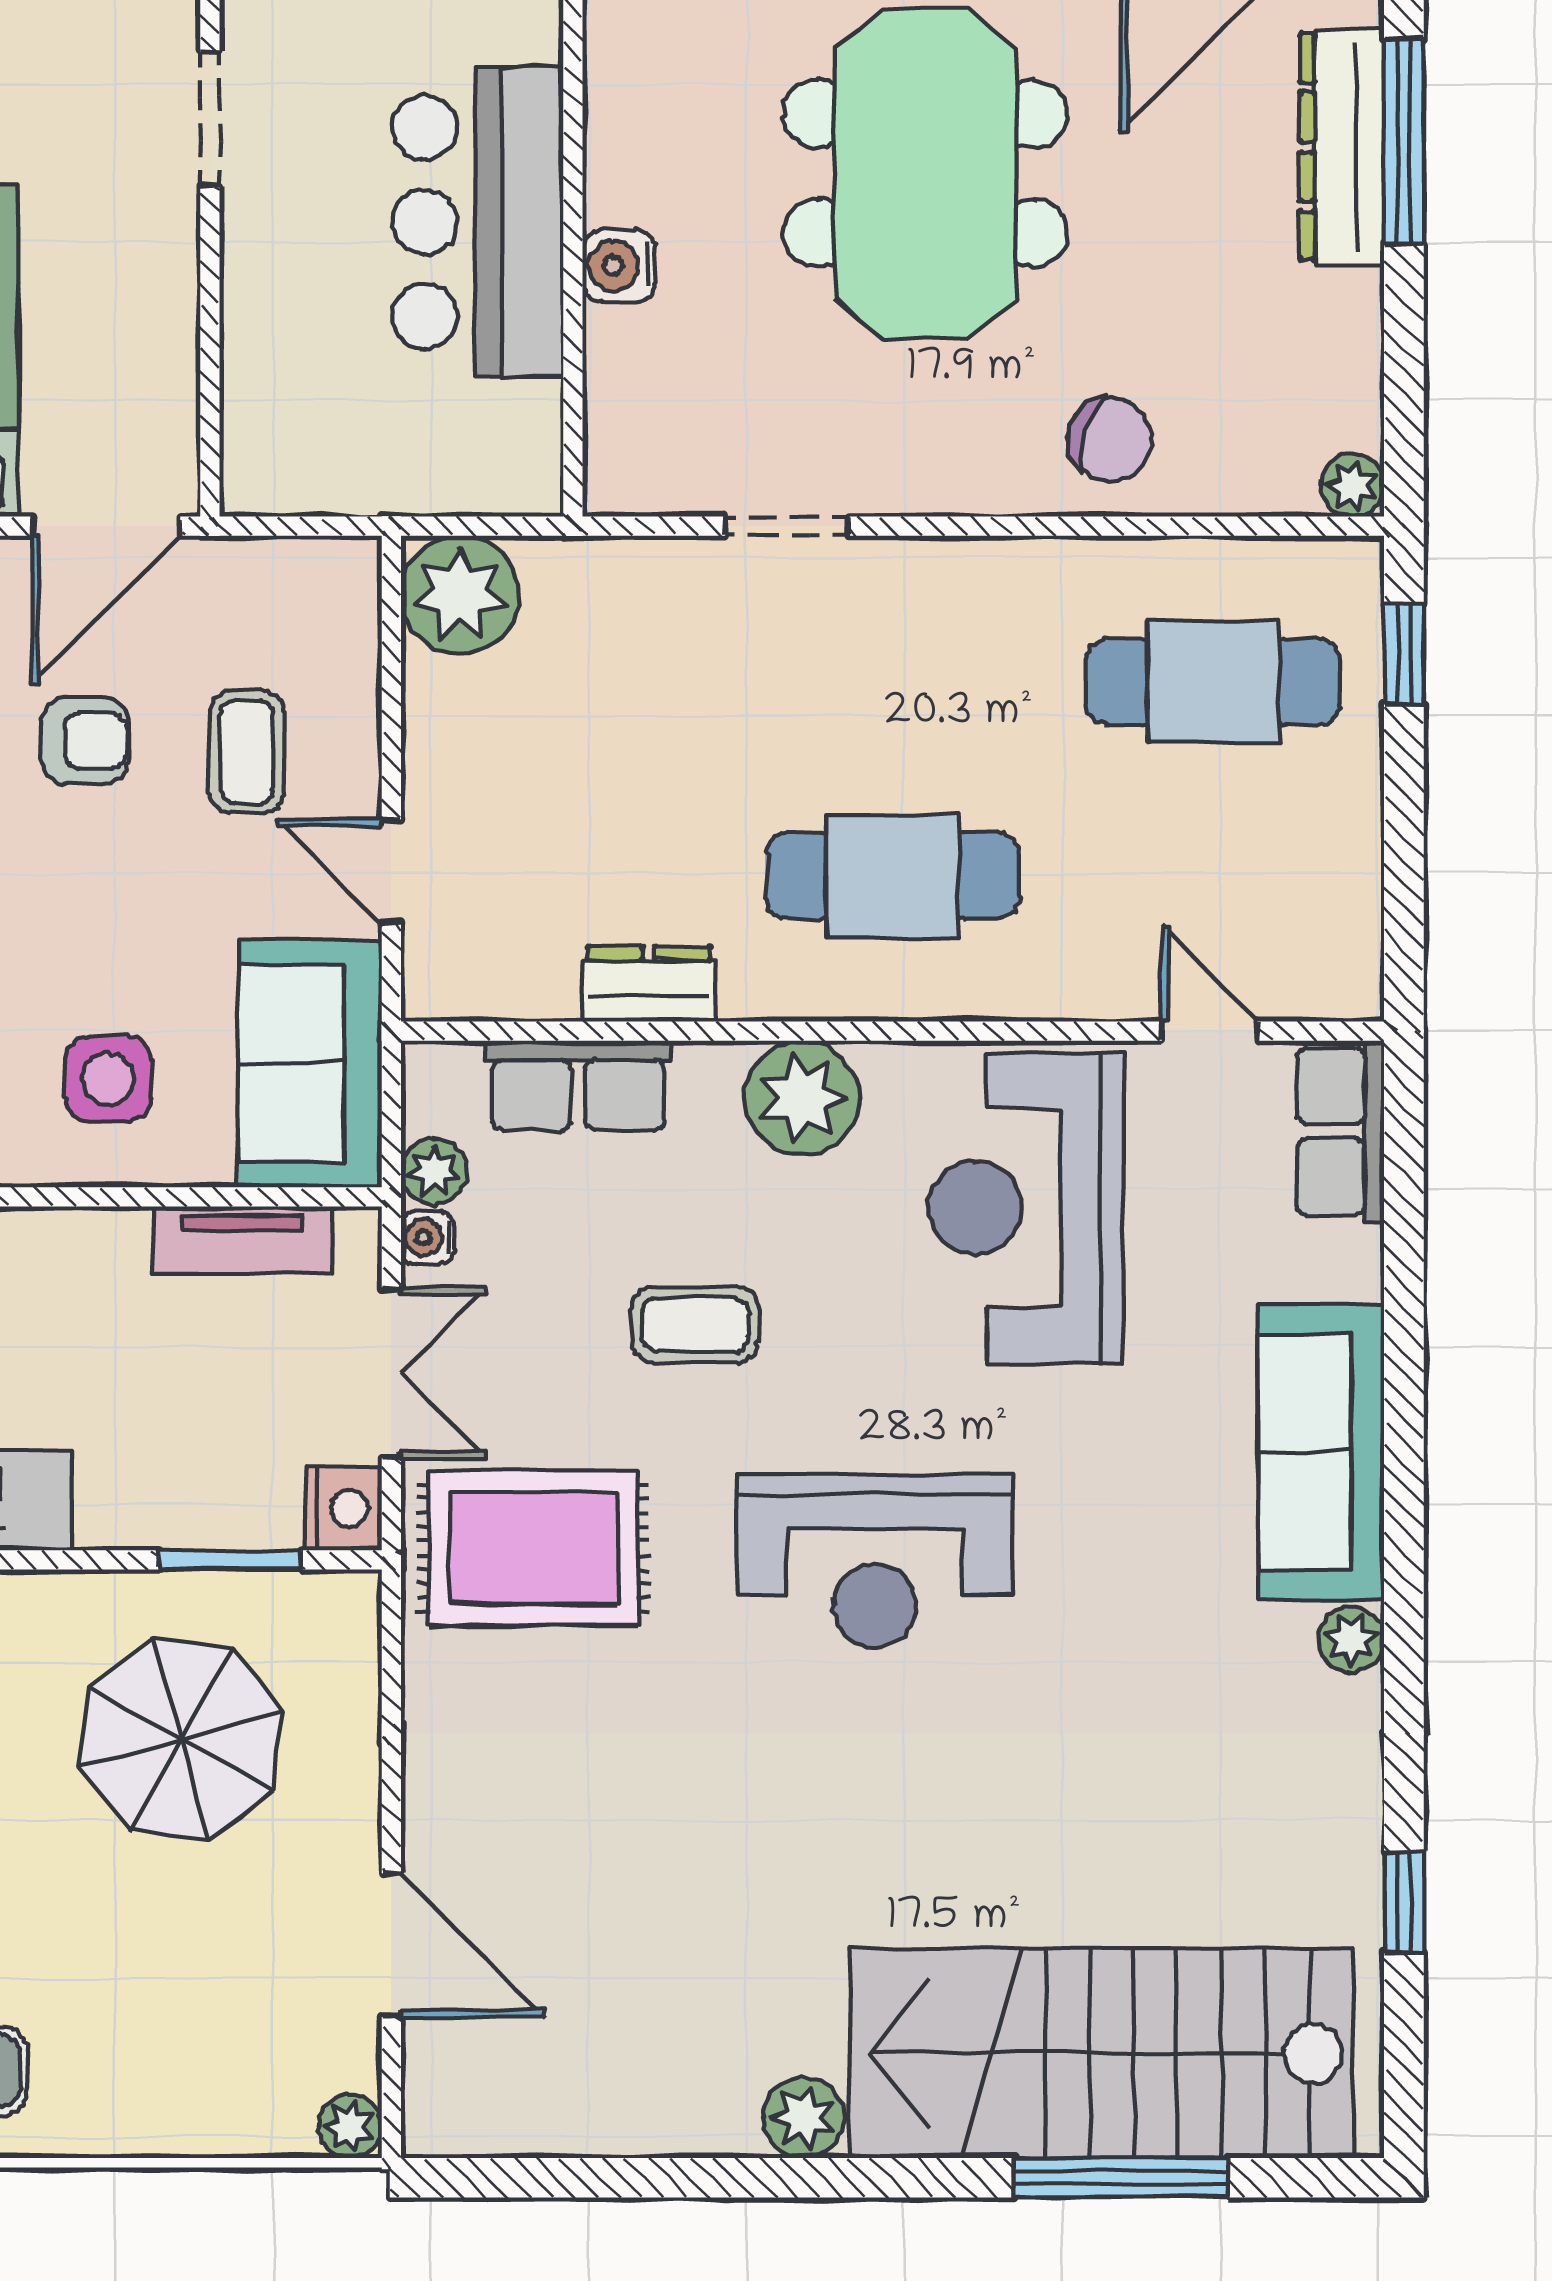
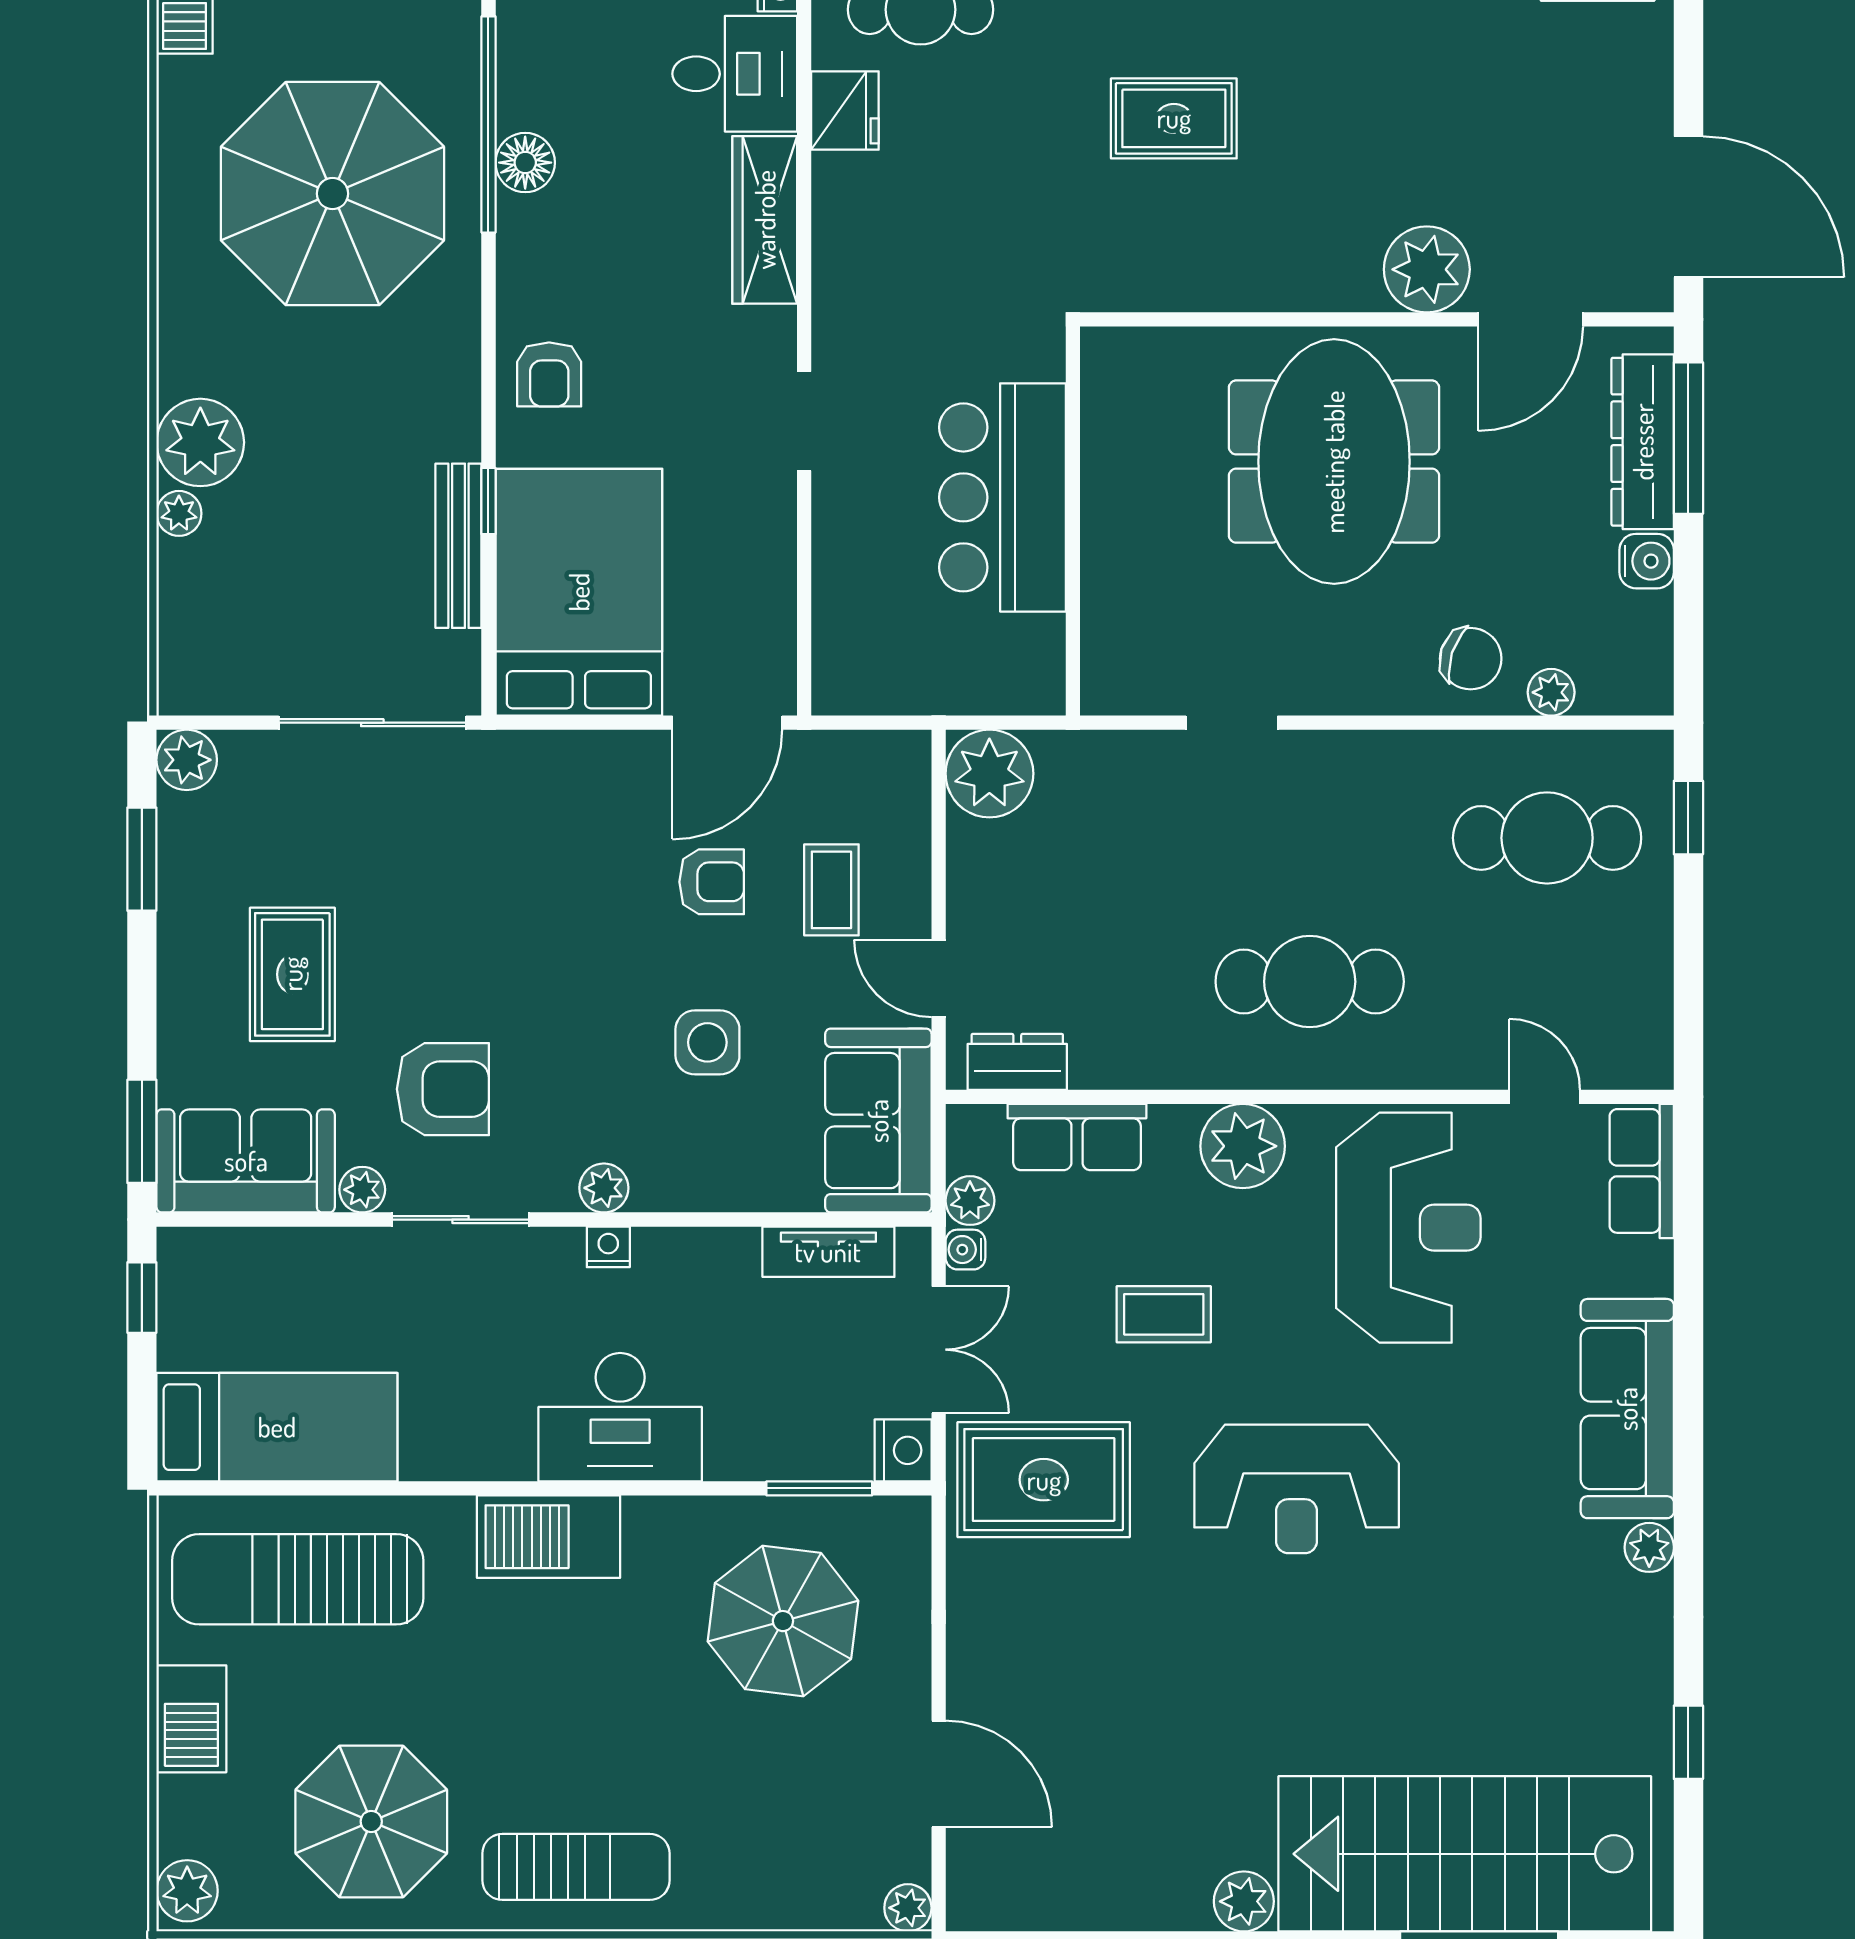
water cooler: (619, 266) -> (1647, 561), moved, turned 180
plant: (1353, 485) -> (1551, 692), moved
dresser: (649, 984) -> (1017, 1062), moved
side table: (108, 1079) -> (707, 1042), moved
reception desk: (1026, 1208) -> (1408, 1228), turned 180

